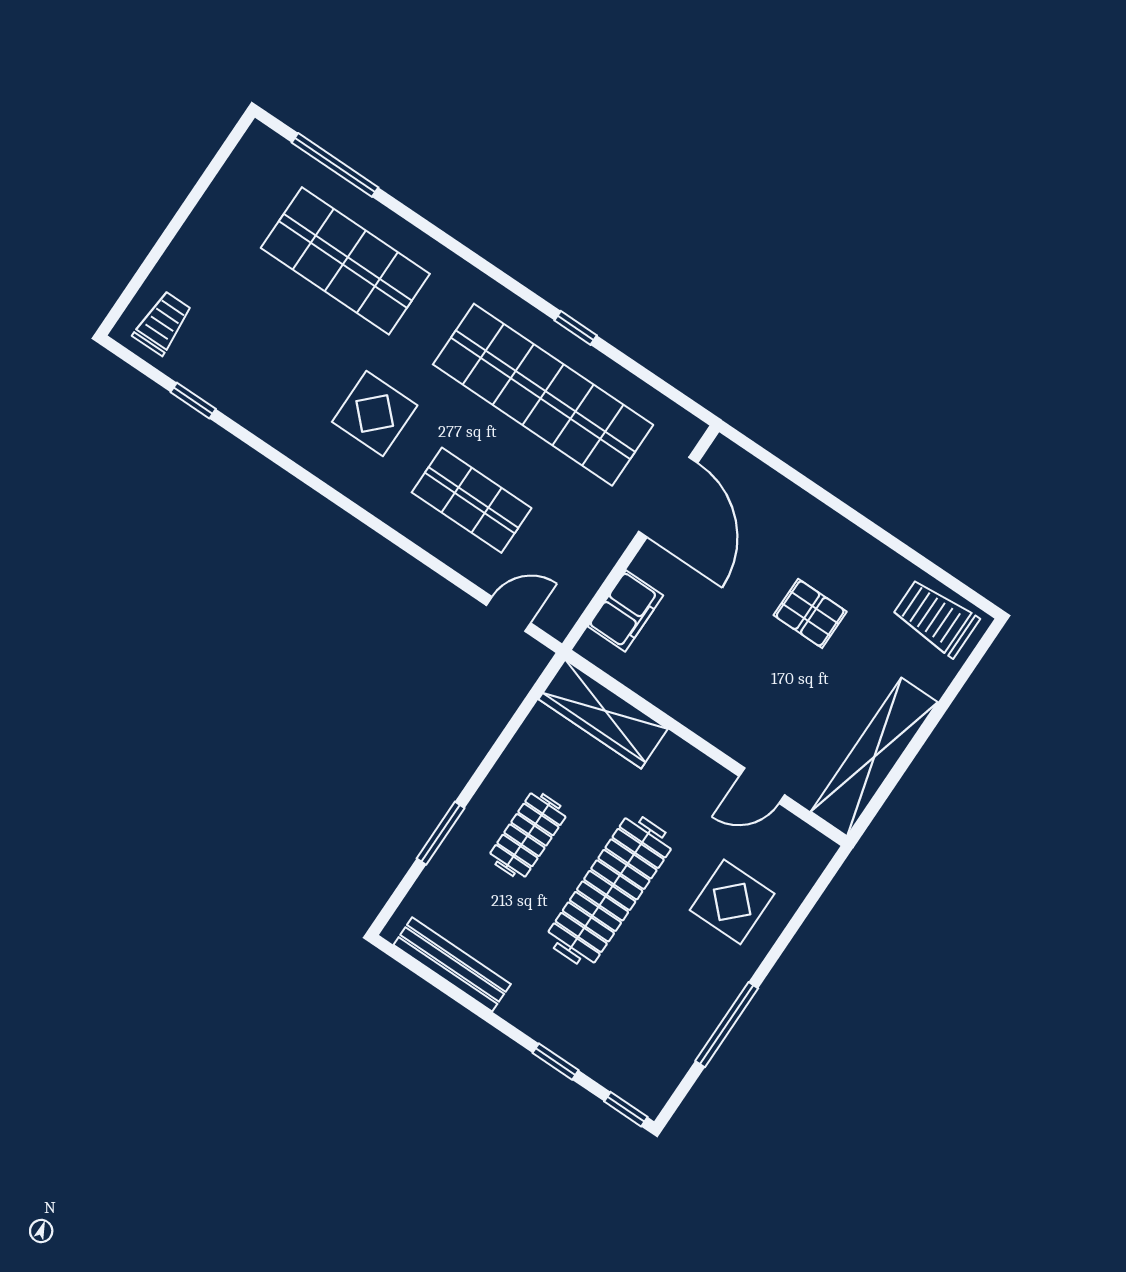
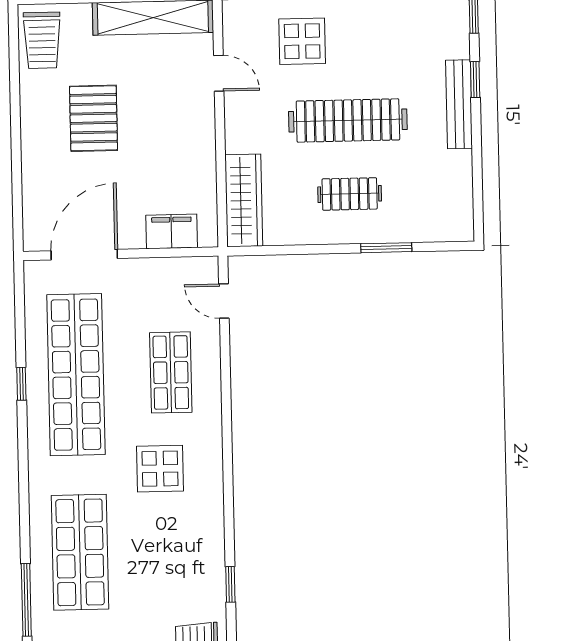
pallet: (810, 613) -> (94, 118), width x1.50, depth x1.42
bench: (452, 964) -> (459, 104), moved

